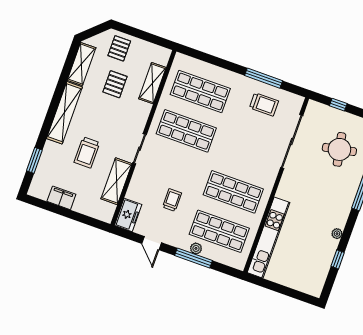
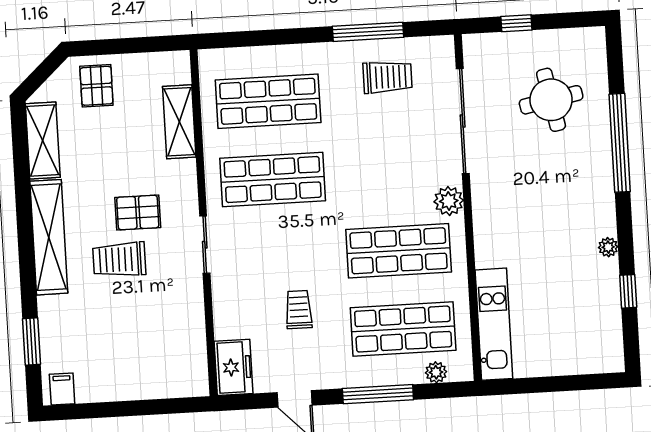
pallet: (115, 84) -> (138, 212), moved, turned 90
trolley: (87, 152) -> (119, 260), moved, turned 90
plant: (268, 178) -> (449, 201), added
shelving: (116, 181) -> (189, 318), removed
filing cabinet: (61, 198) -> (62, 389), moved, width x0.50
kitchen unit: (268, 238) -> (494, 324), width x0.73
plant: (196, 248) -> (436, 372), moved

